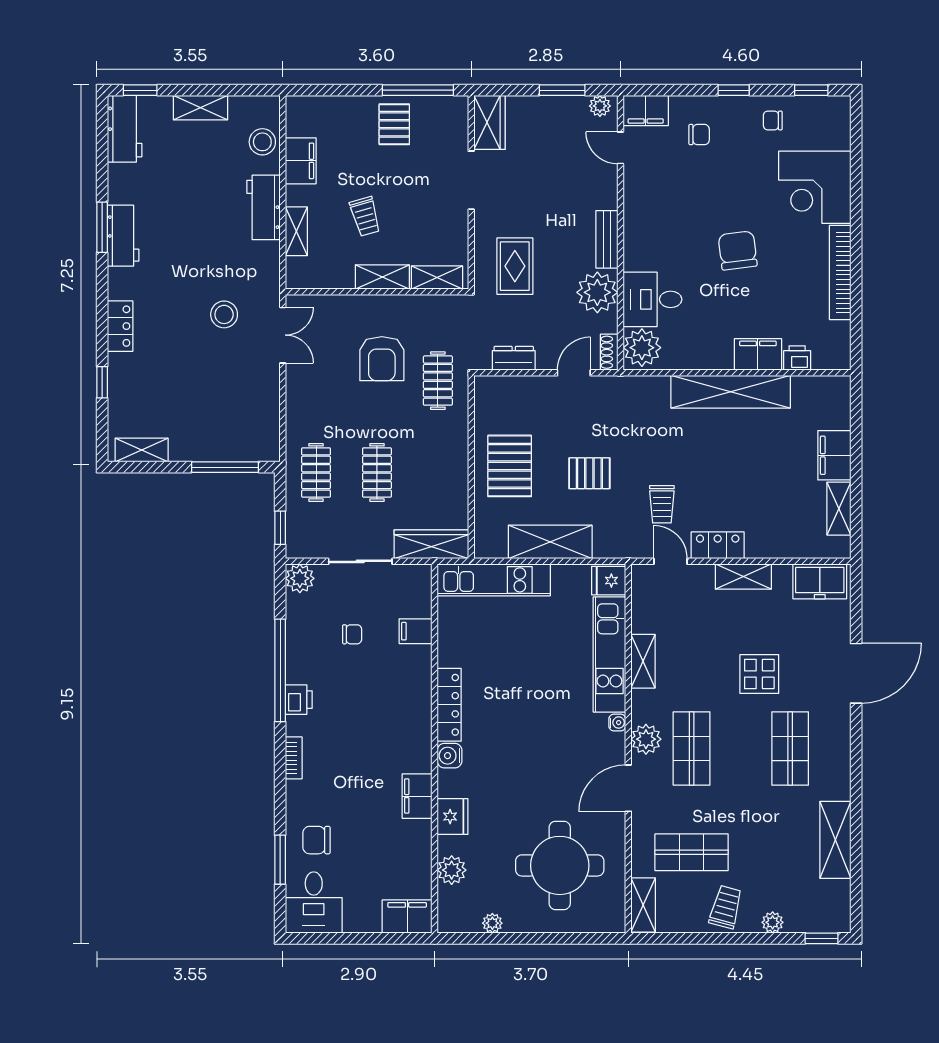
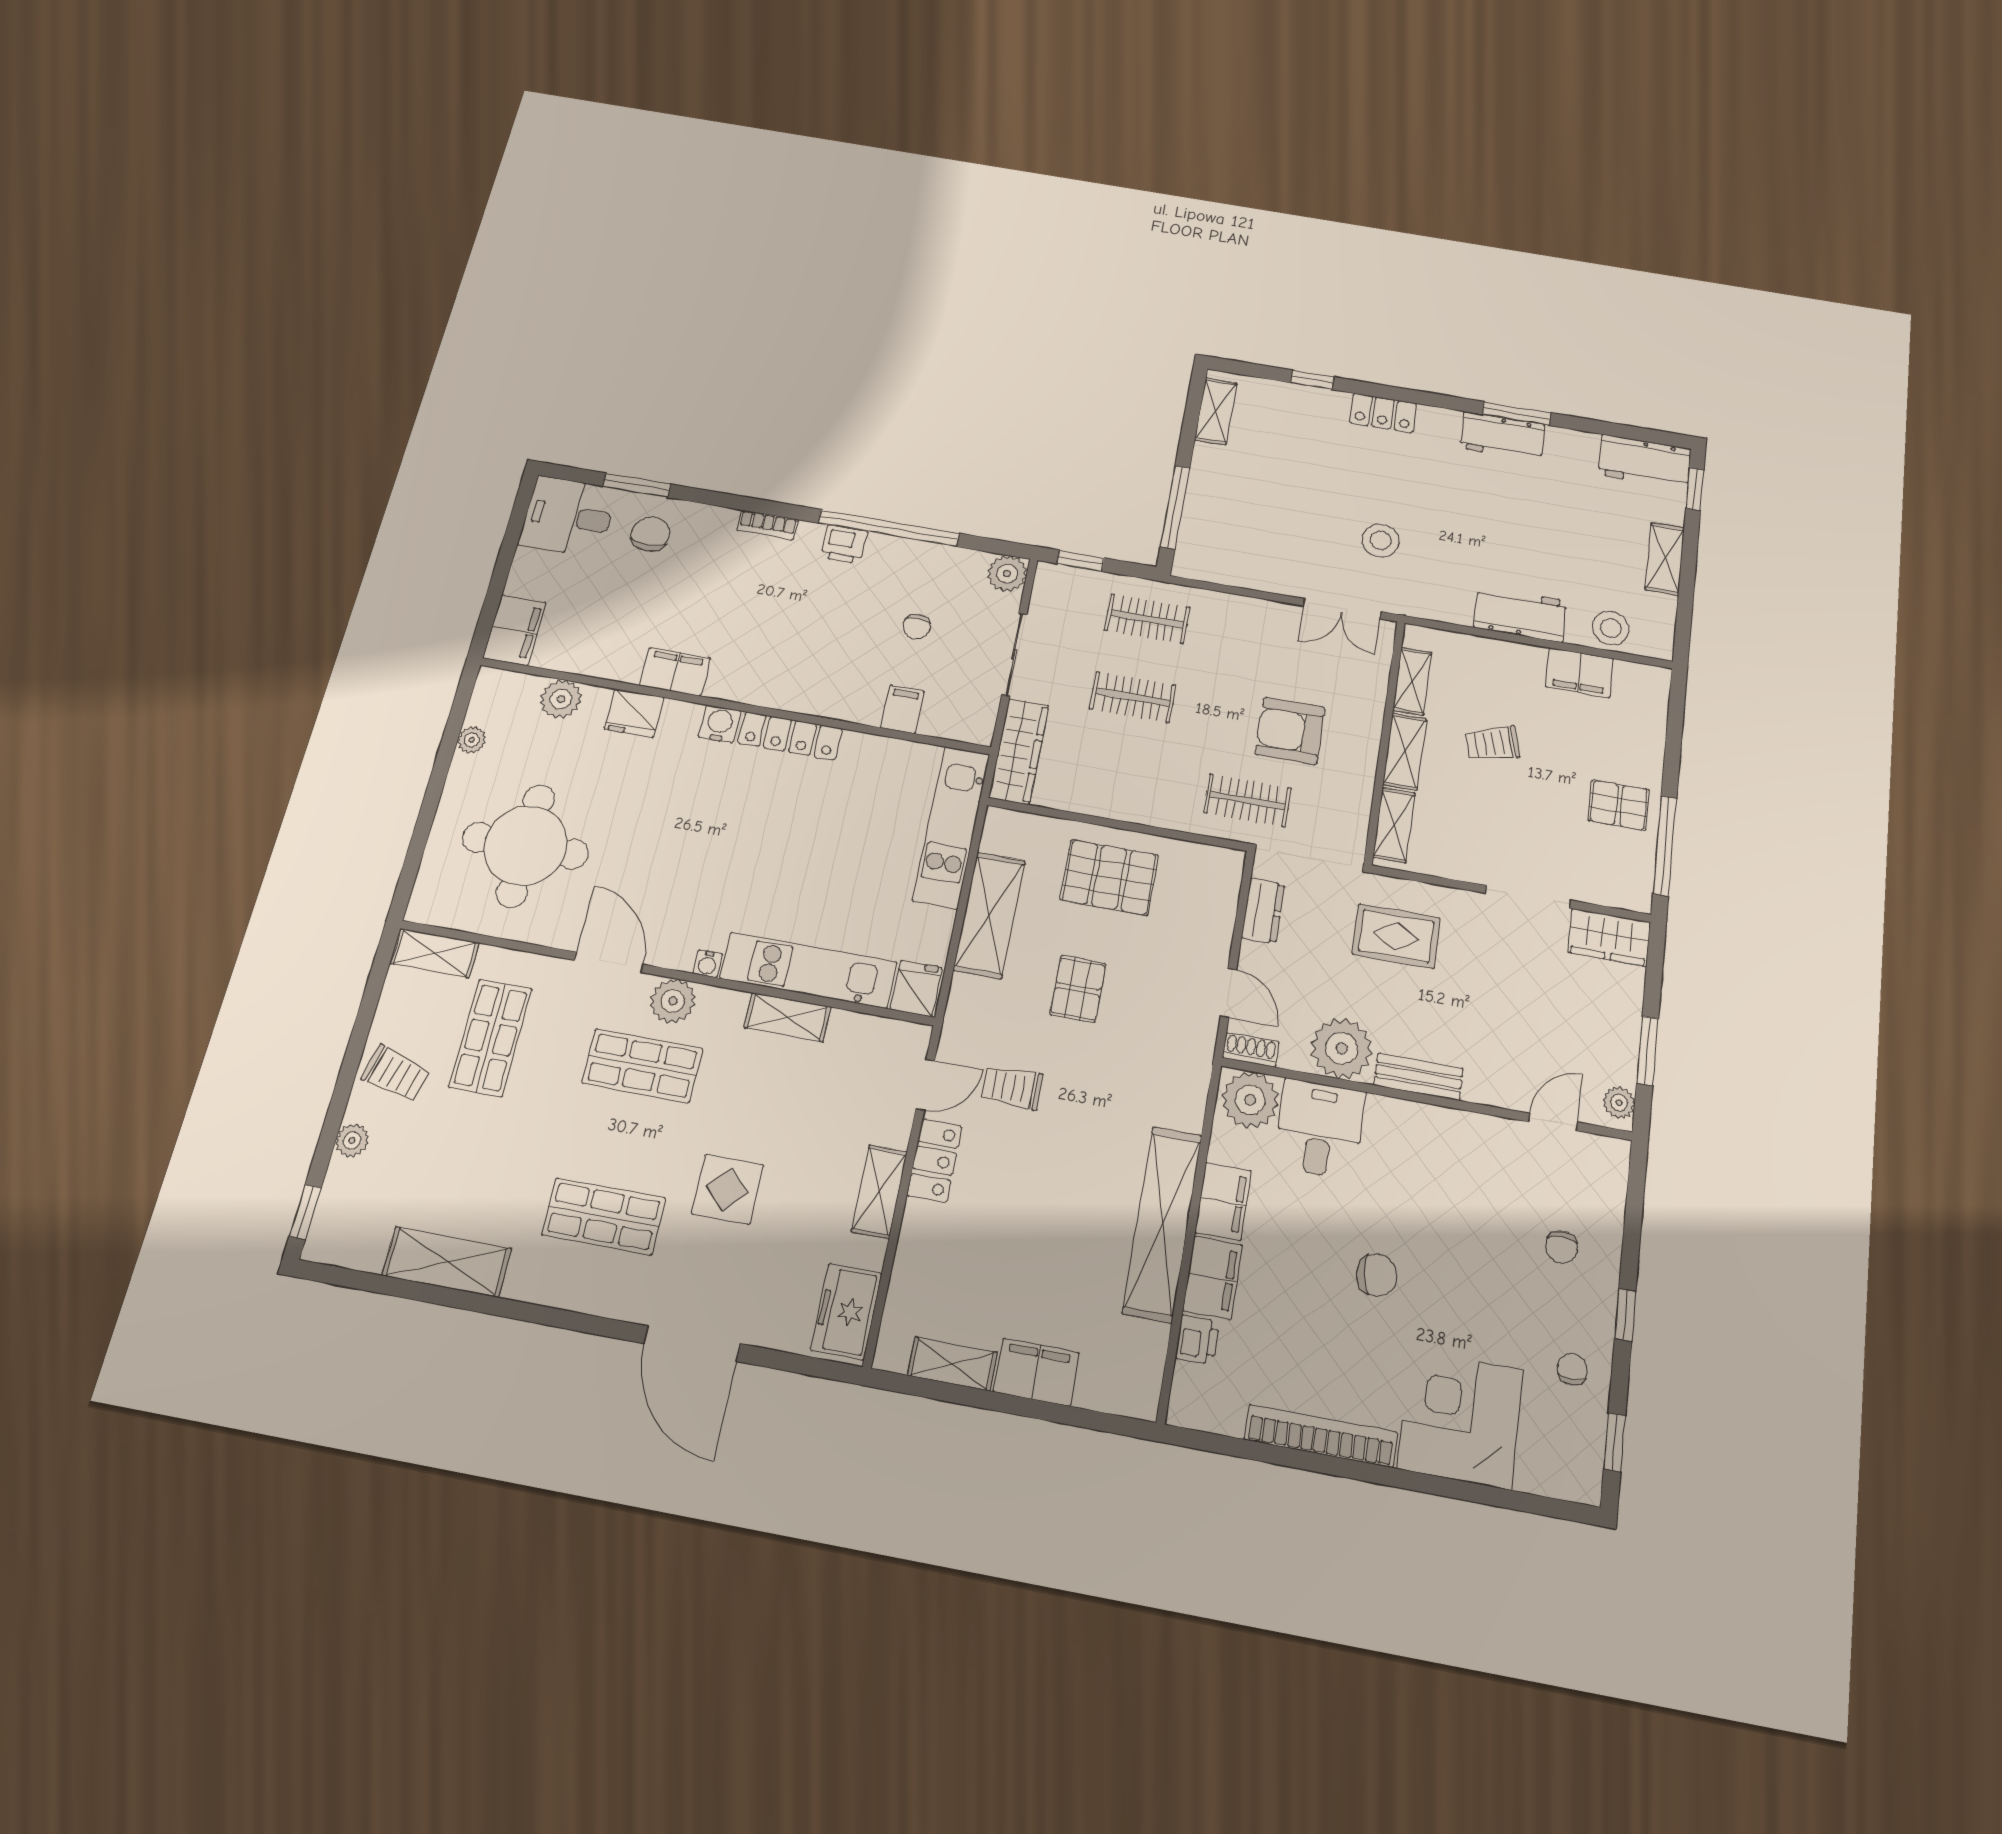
filing cabinet: (646, 110) -> (1223, 1201), moved, turned 180
shelving: (296, 231) -> (1412, 681), moved, turned 90
chair: (738, 250) -> (1377, 1275), width x0.73, depth x0.73

